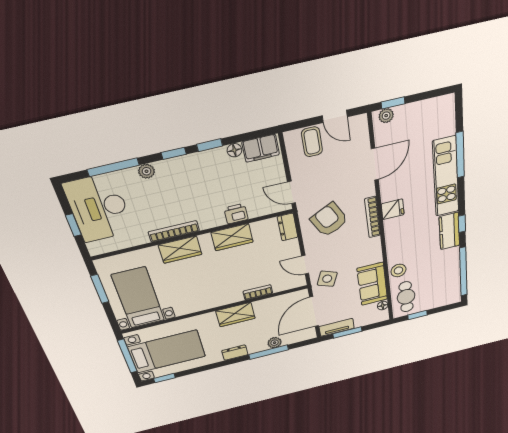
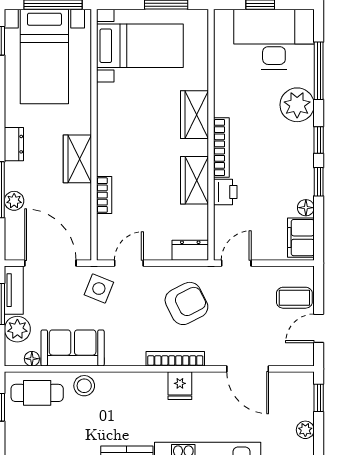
plant: (386, 116) -> (305, 430), moved
plant: (147, 171) -> (297, 105), width x1.87, depth x1.87
bookcase: (174, 231) -> (221, 148), moved
plant: (363, 319) -> (17, 329), added

